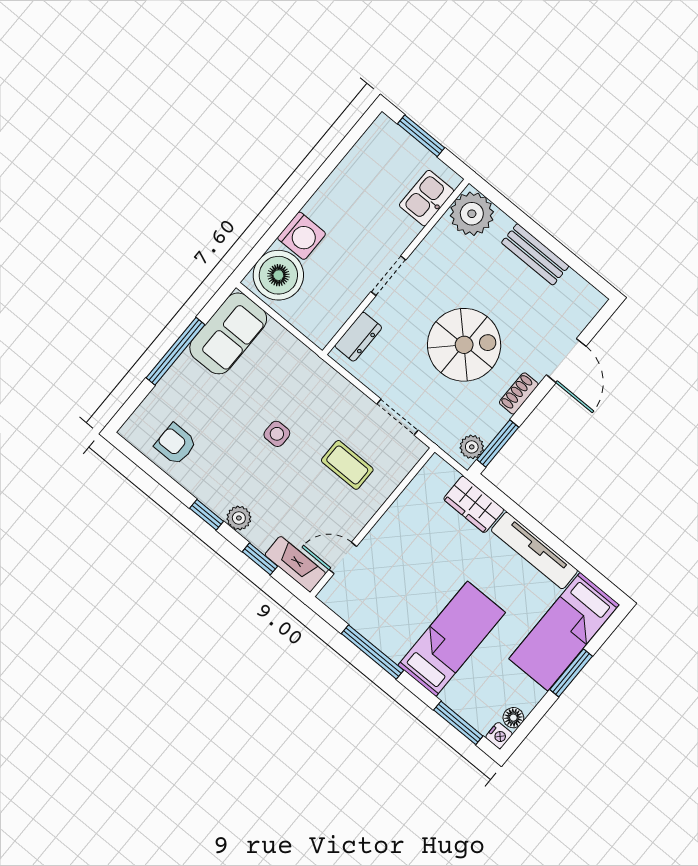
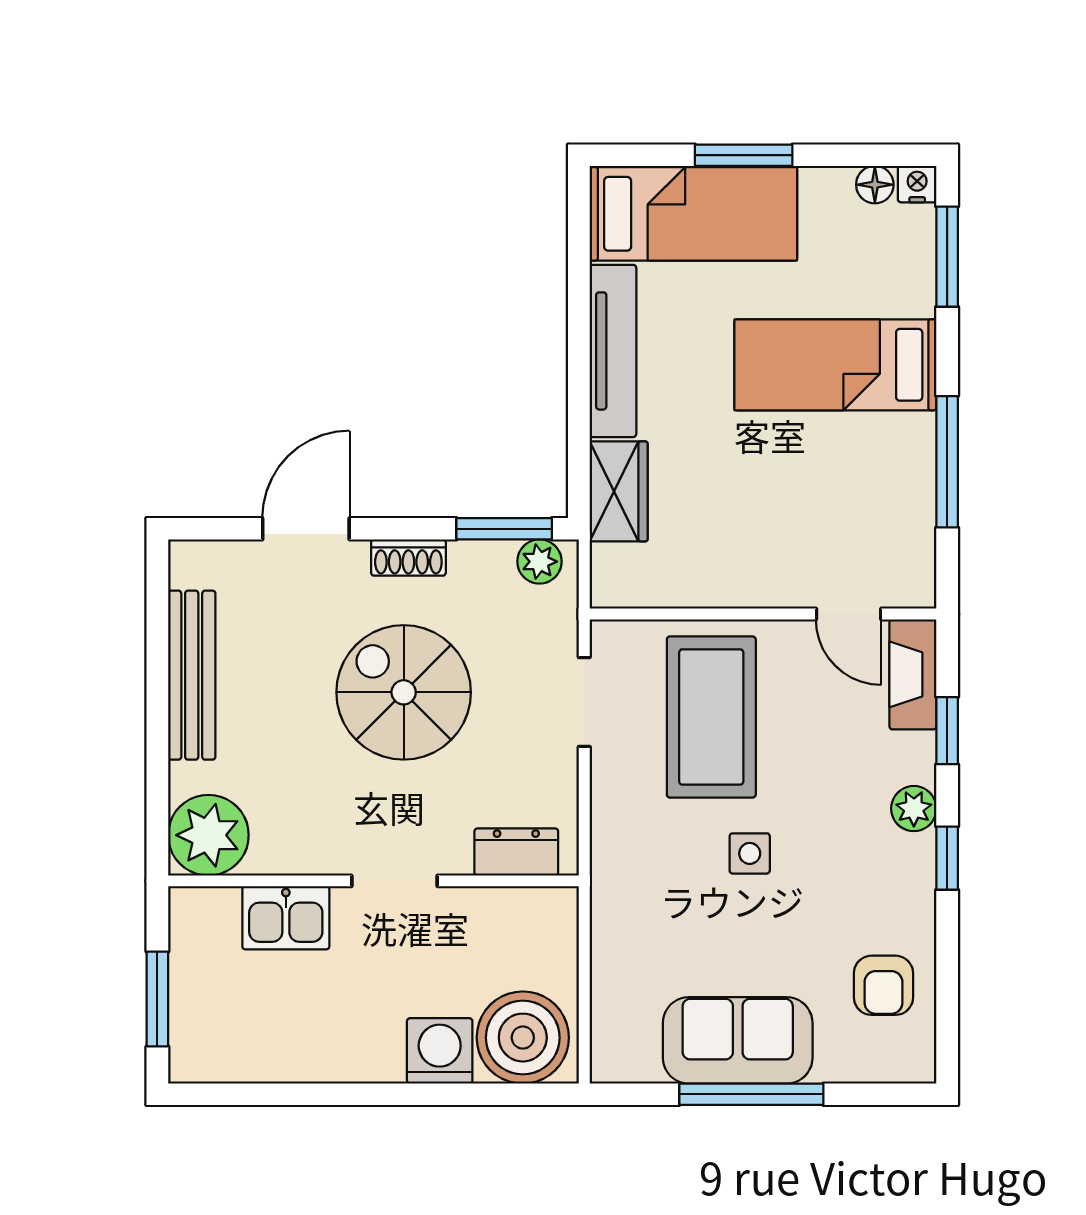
kitchen sink: (427, 198) -> (286, 918), moved
bench: (535, 254) -> (192, 675), width x1.36
sofa: (228, 333) -> (738, 1040), moved
coffee table: (347, 465) -> (711, 717), width x1.86, depth x1.72

